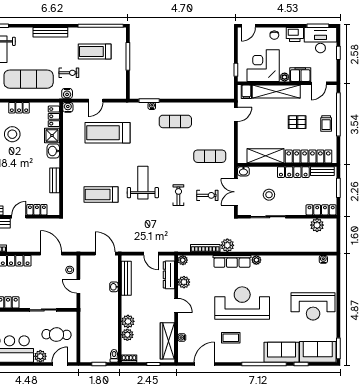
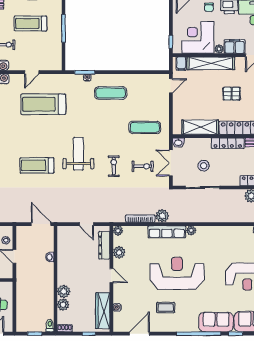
bench: (126, 278) -> (62, 249), removed

